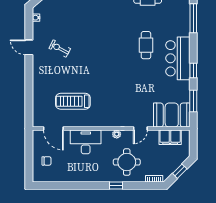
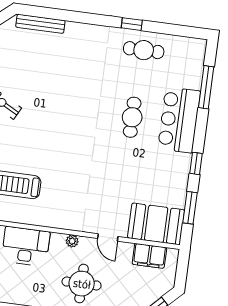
bar counter: (178, 58) -> (179, 120), moved
door: (140, 129) -> (108, 237), hinge flipped

